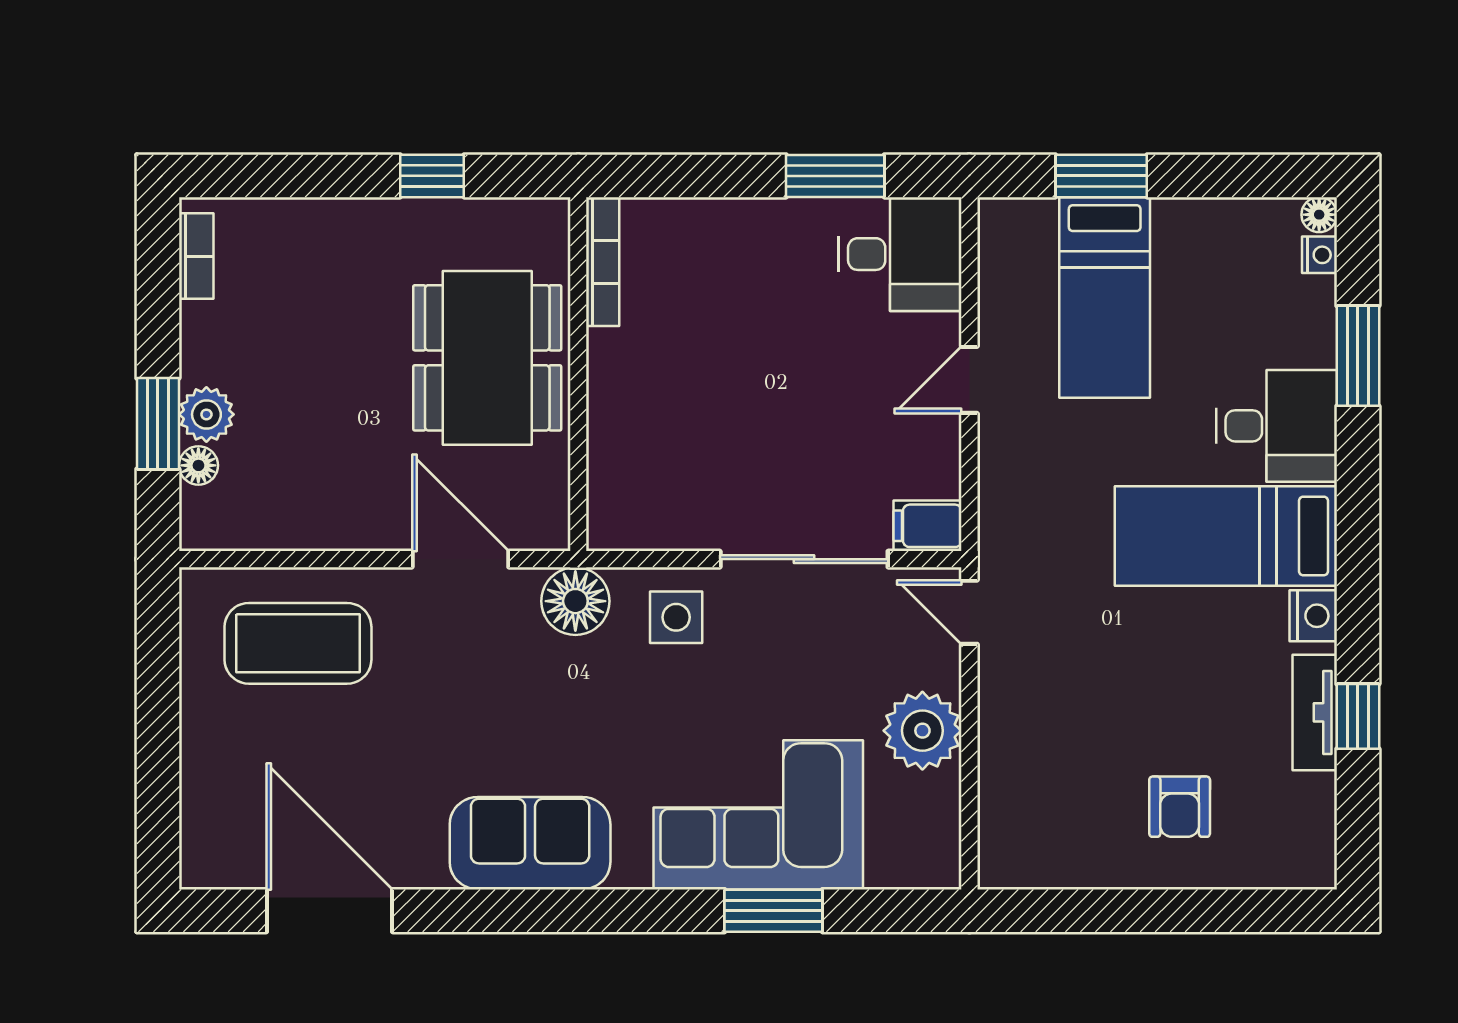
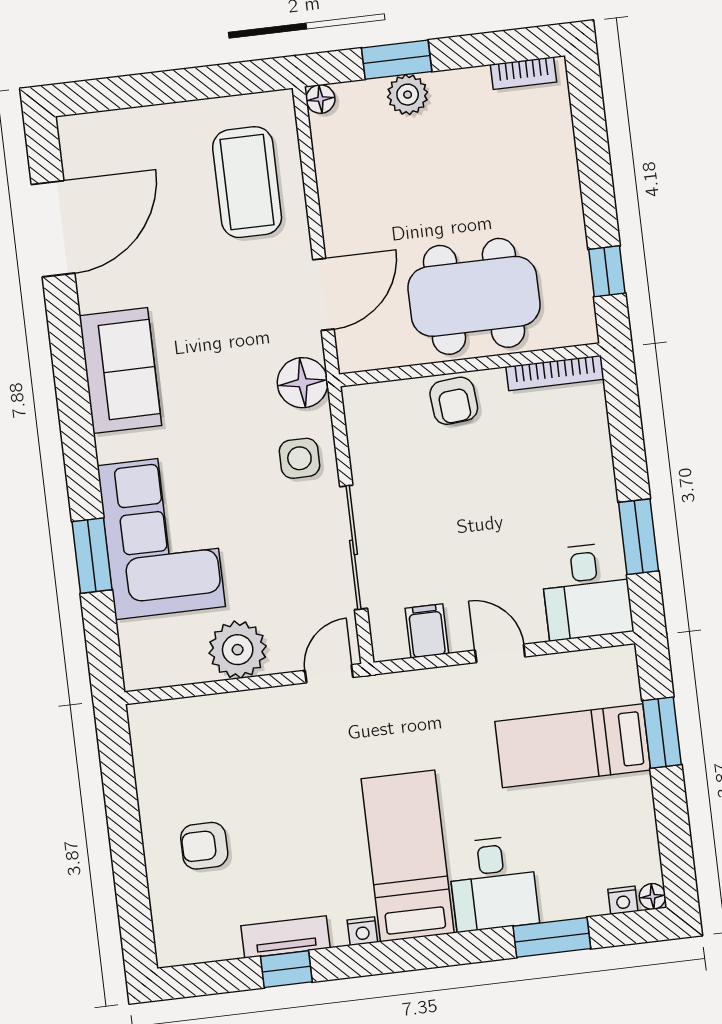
window: (432, 176) -> (607, 271), moved
armchair: (624, 402) -> (454, 401), added
floor lamp: (198, 465) -> (320, 99), moved
filing cabinet: (928, 526) -> (427, 631), moved
nightstand: (1313, 616) -> (362, 931), width x0.72, depth x0.74

